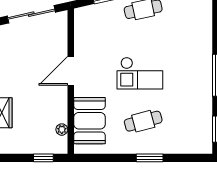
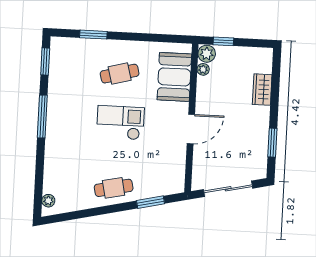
plant: (59, 145) -> (207, 54), added
window: (150, 158) -> (93, 35), moved

